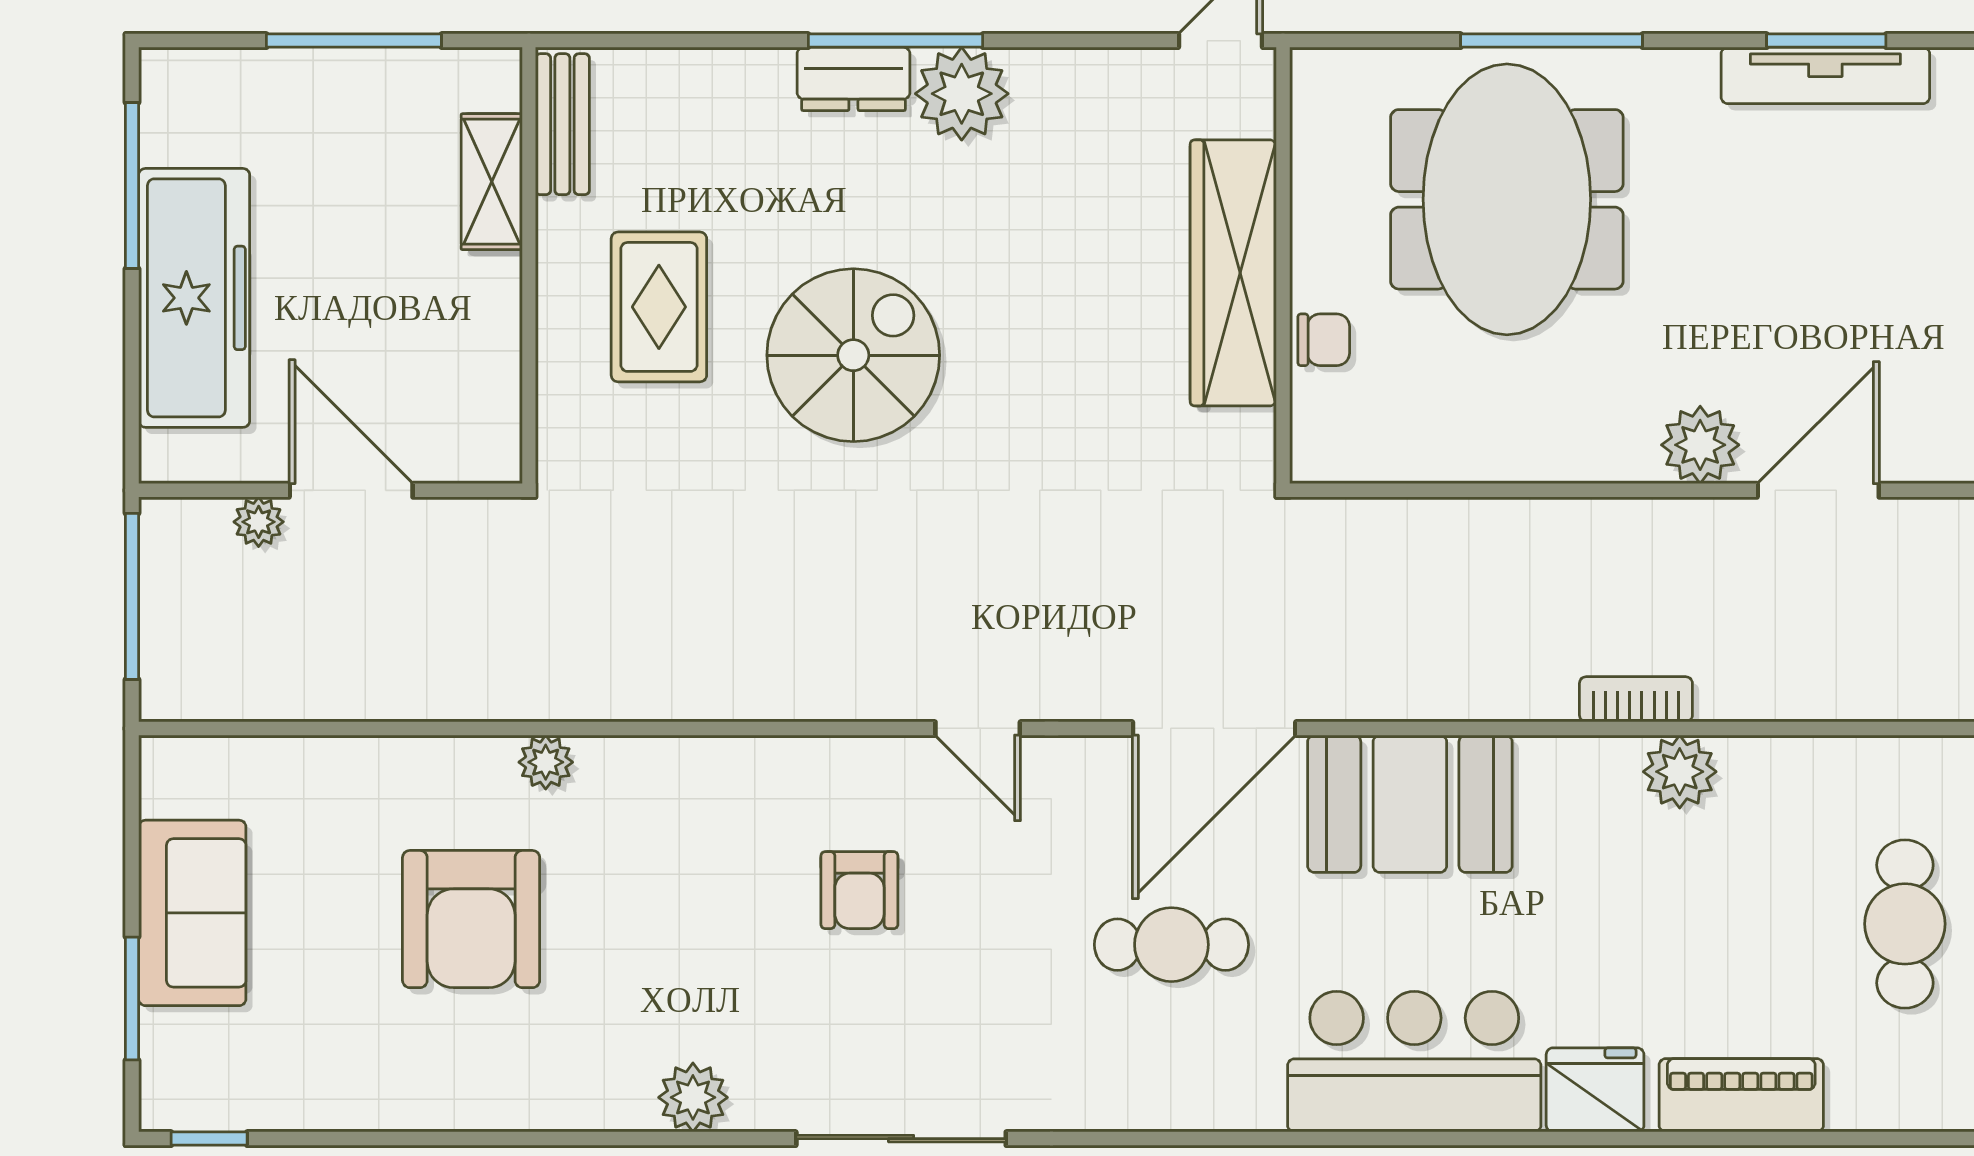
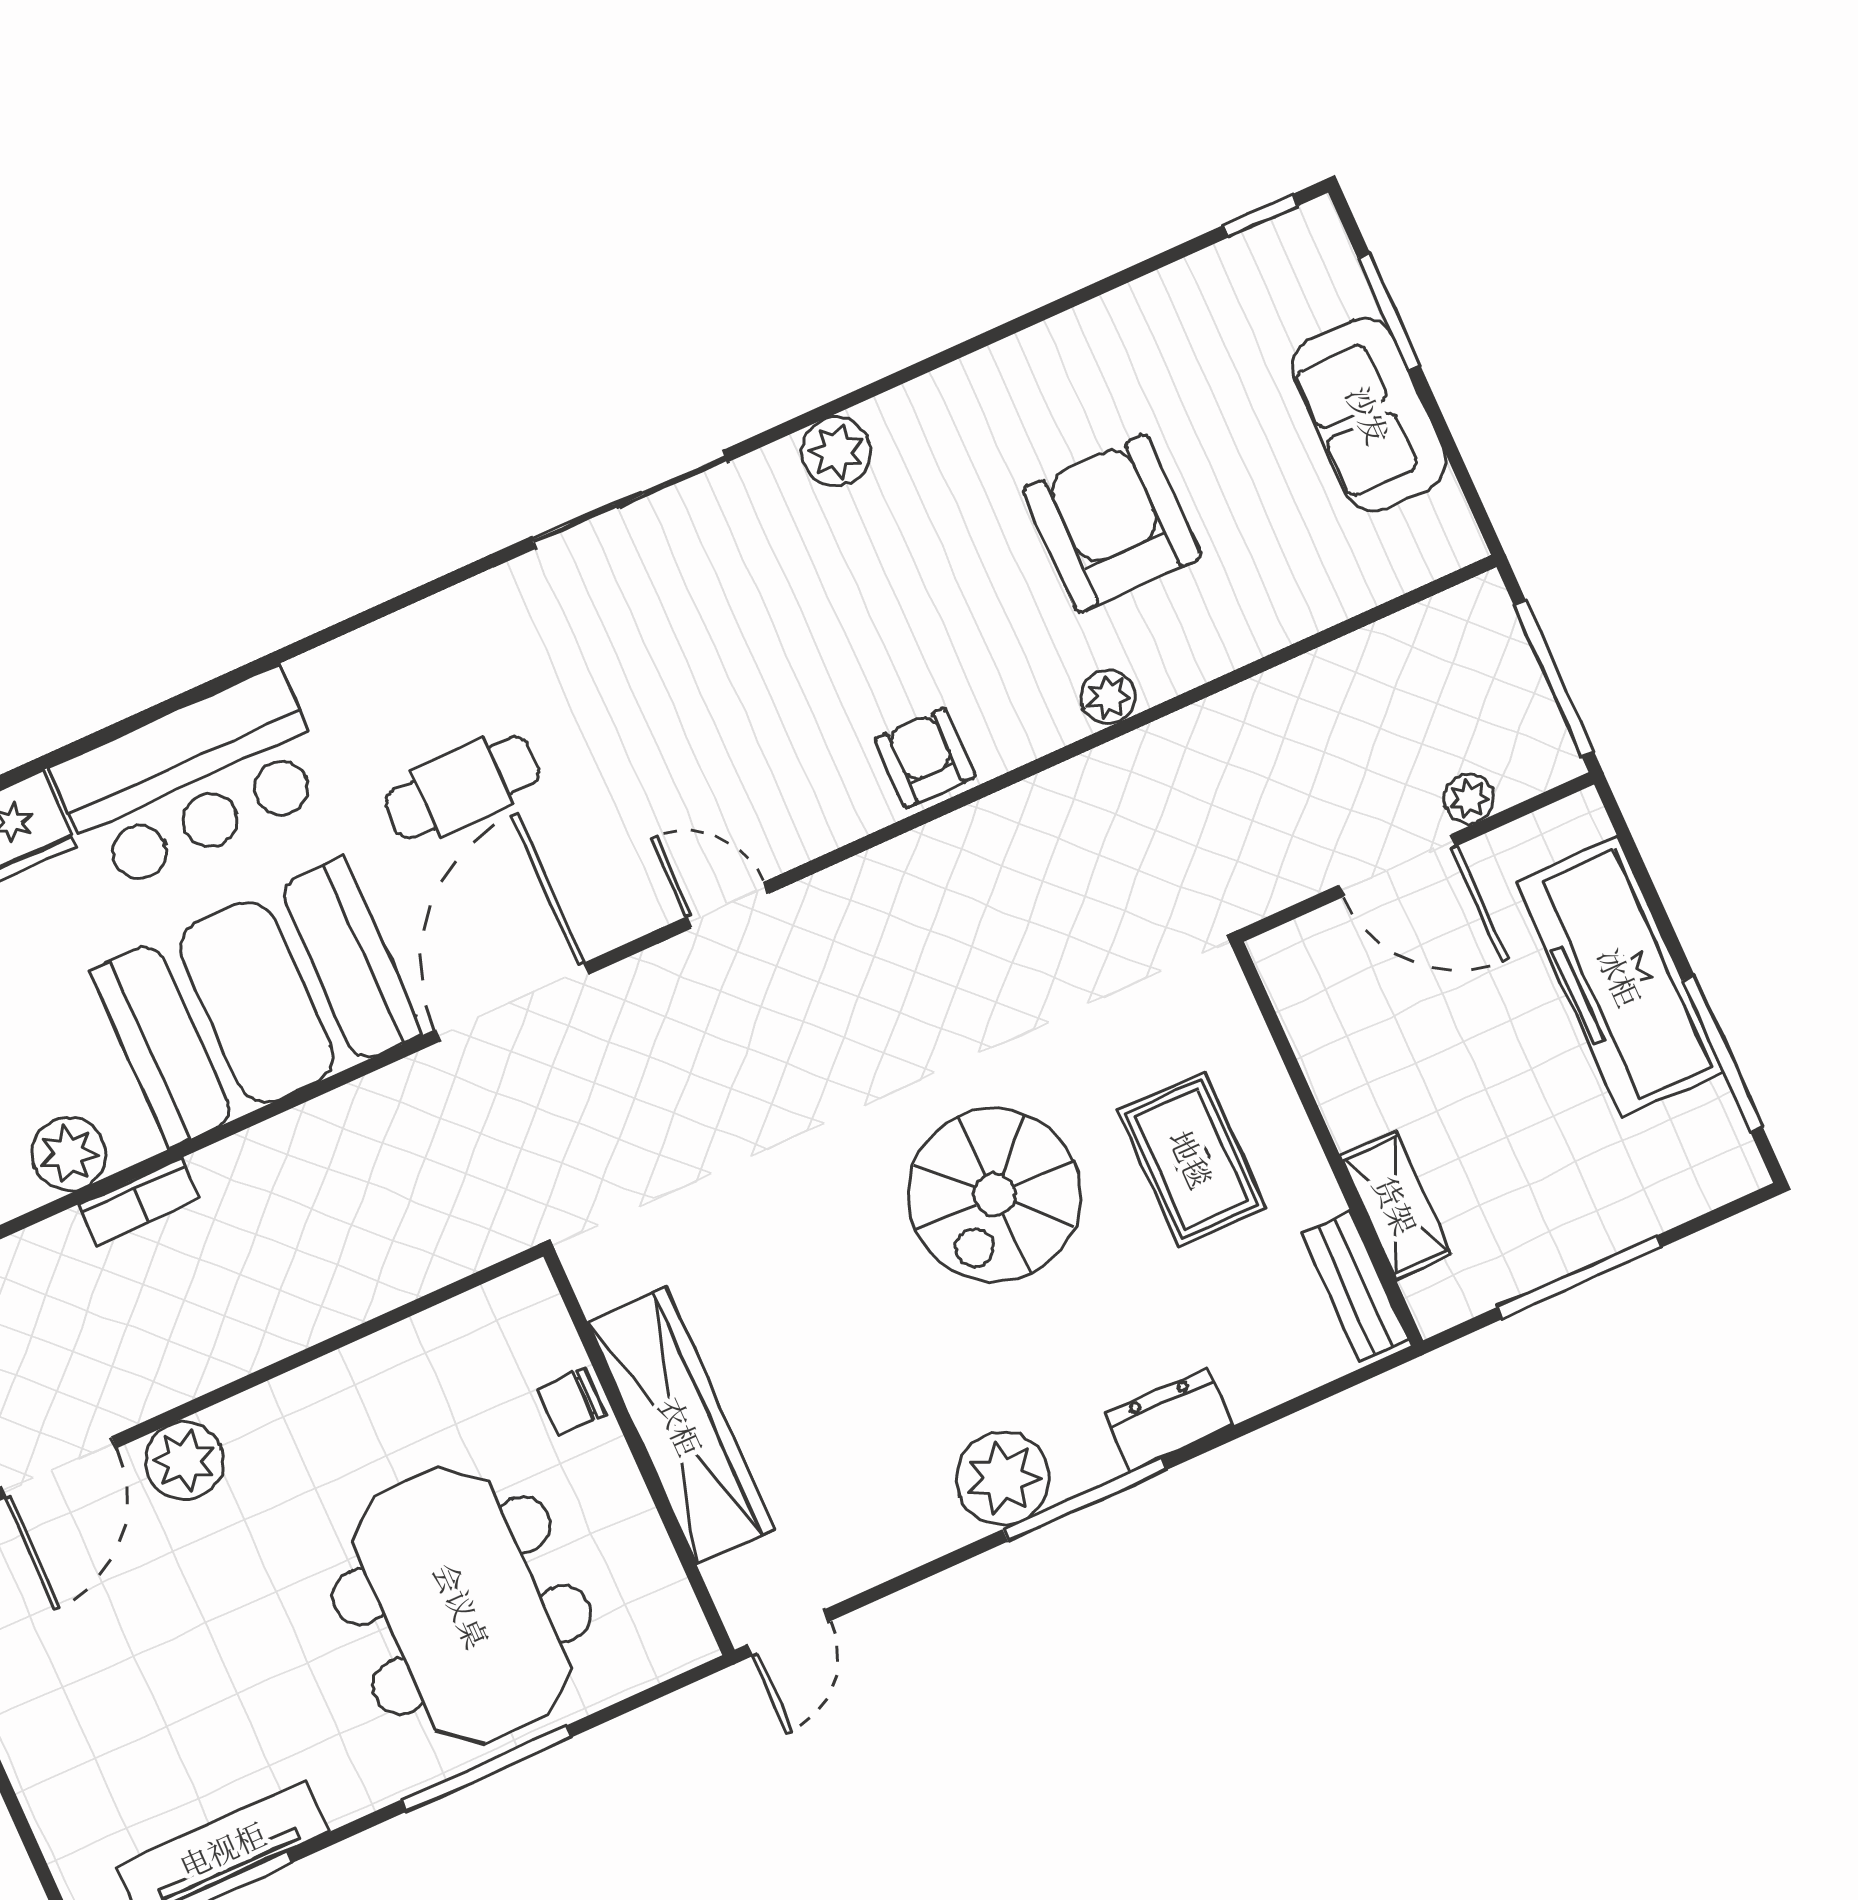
dresser: (853, 79) -> (1169, 1420), moved
booth: (1410, 804) -> (257, 1002), width x1.36, depth x1.42
armchair: (859, 890) -> (925, 758), moved

